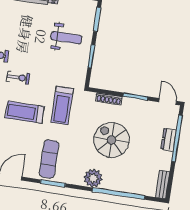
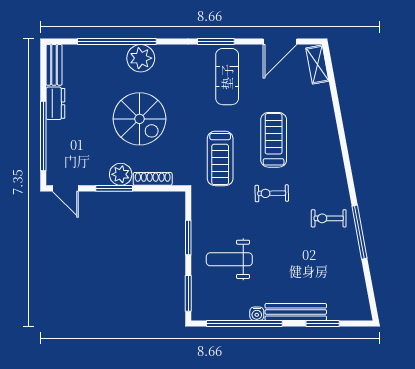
exercise bike: (18, 77) -> (272, 193), moved
treadmill: (62, 105) -> (220, 158), turned 180
plant: (130, 105) -> (121, 174), added
treadmill: (25, 112) -> (274, 140), turned -90
dresser: (169, 140) -> (55, 103), moved
plant: (93, 178) -> (141, 58), moved

